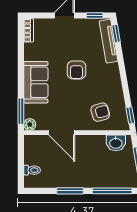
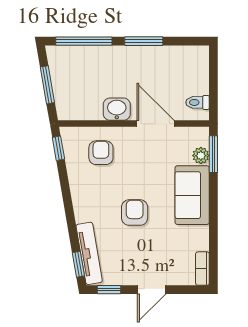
armchair: (100, 112) -> (101, 153), turned 106
plant: (30, 125) -> (201, 156), moved
washbasin: (116, 143) -> (117, 109), moved
toilet: (32, 170) -> (198, 102), moved

